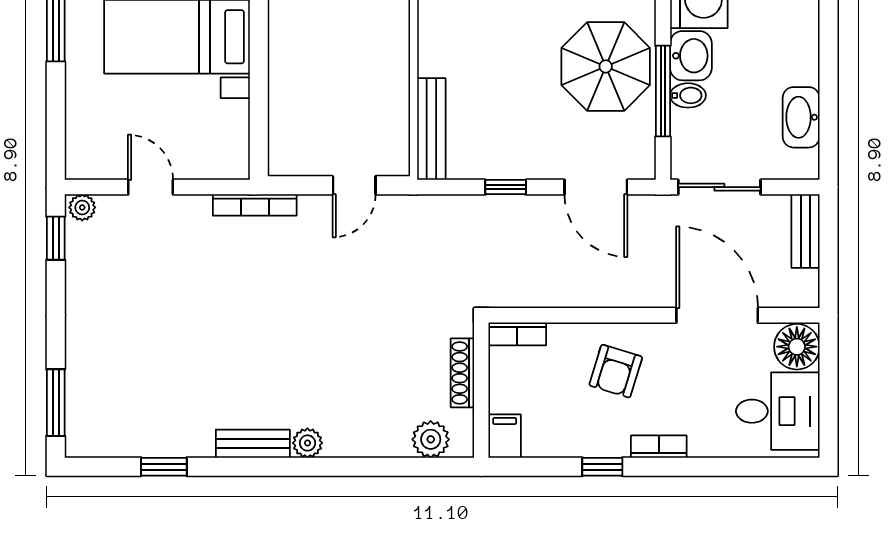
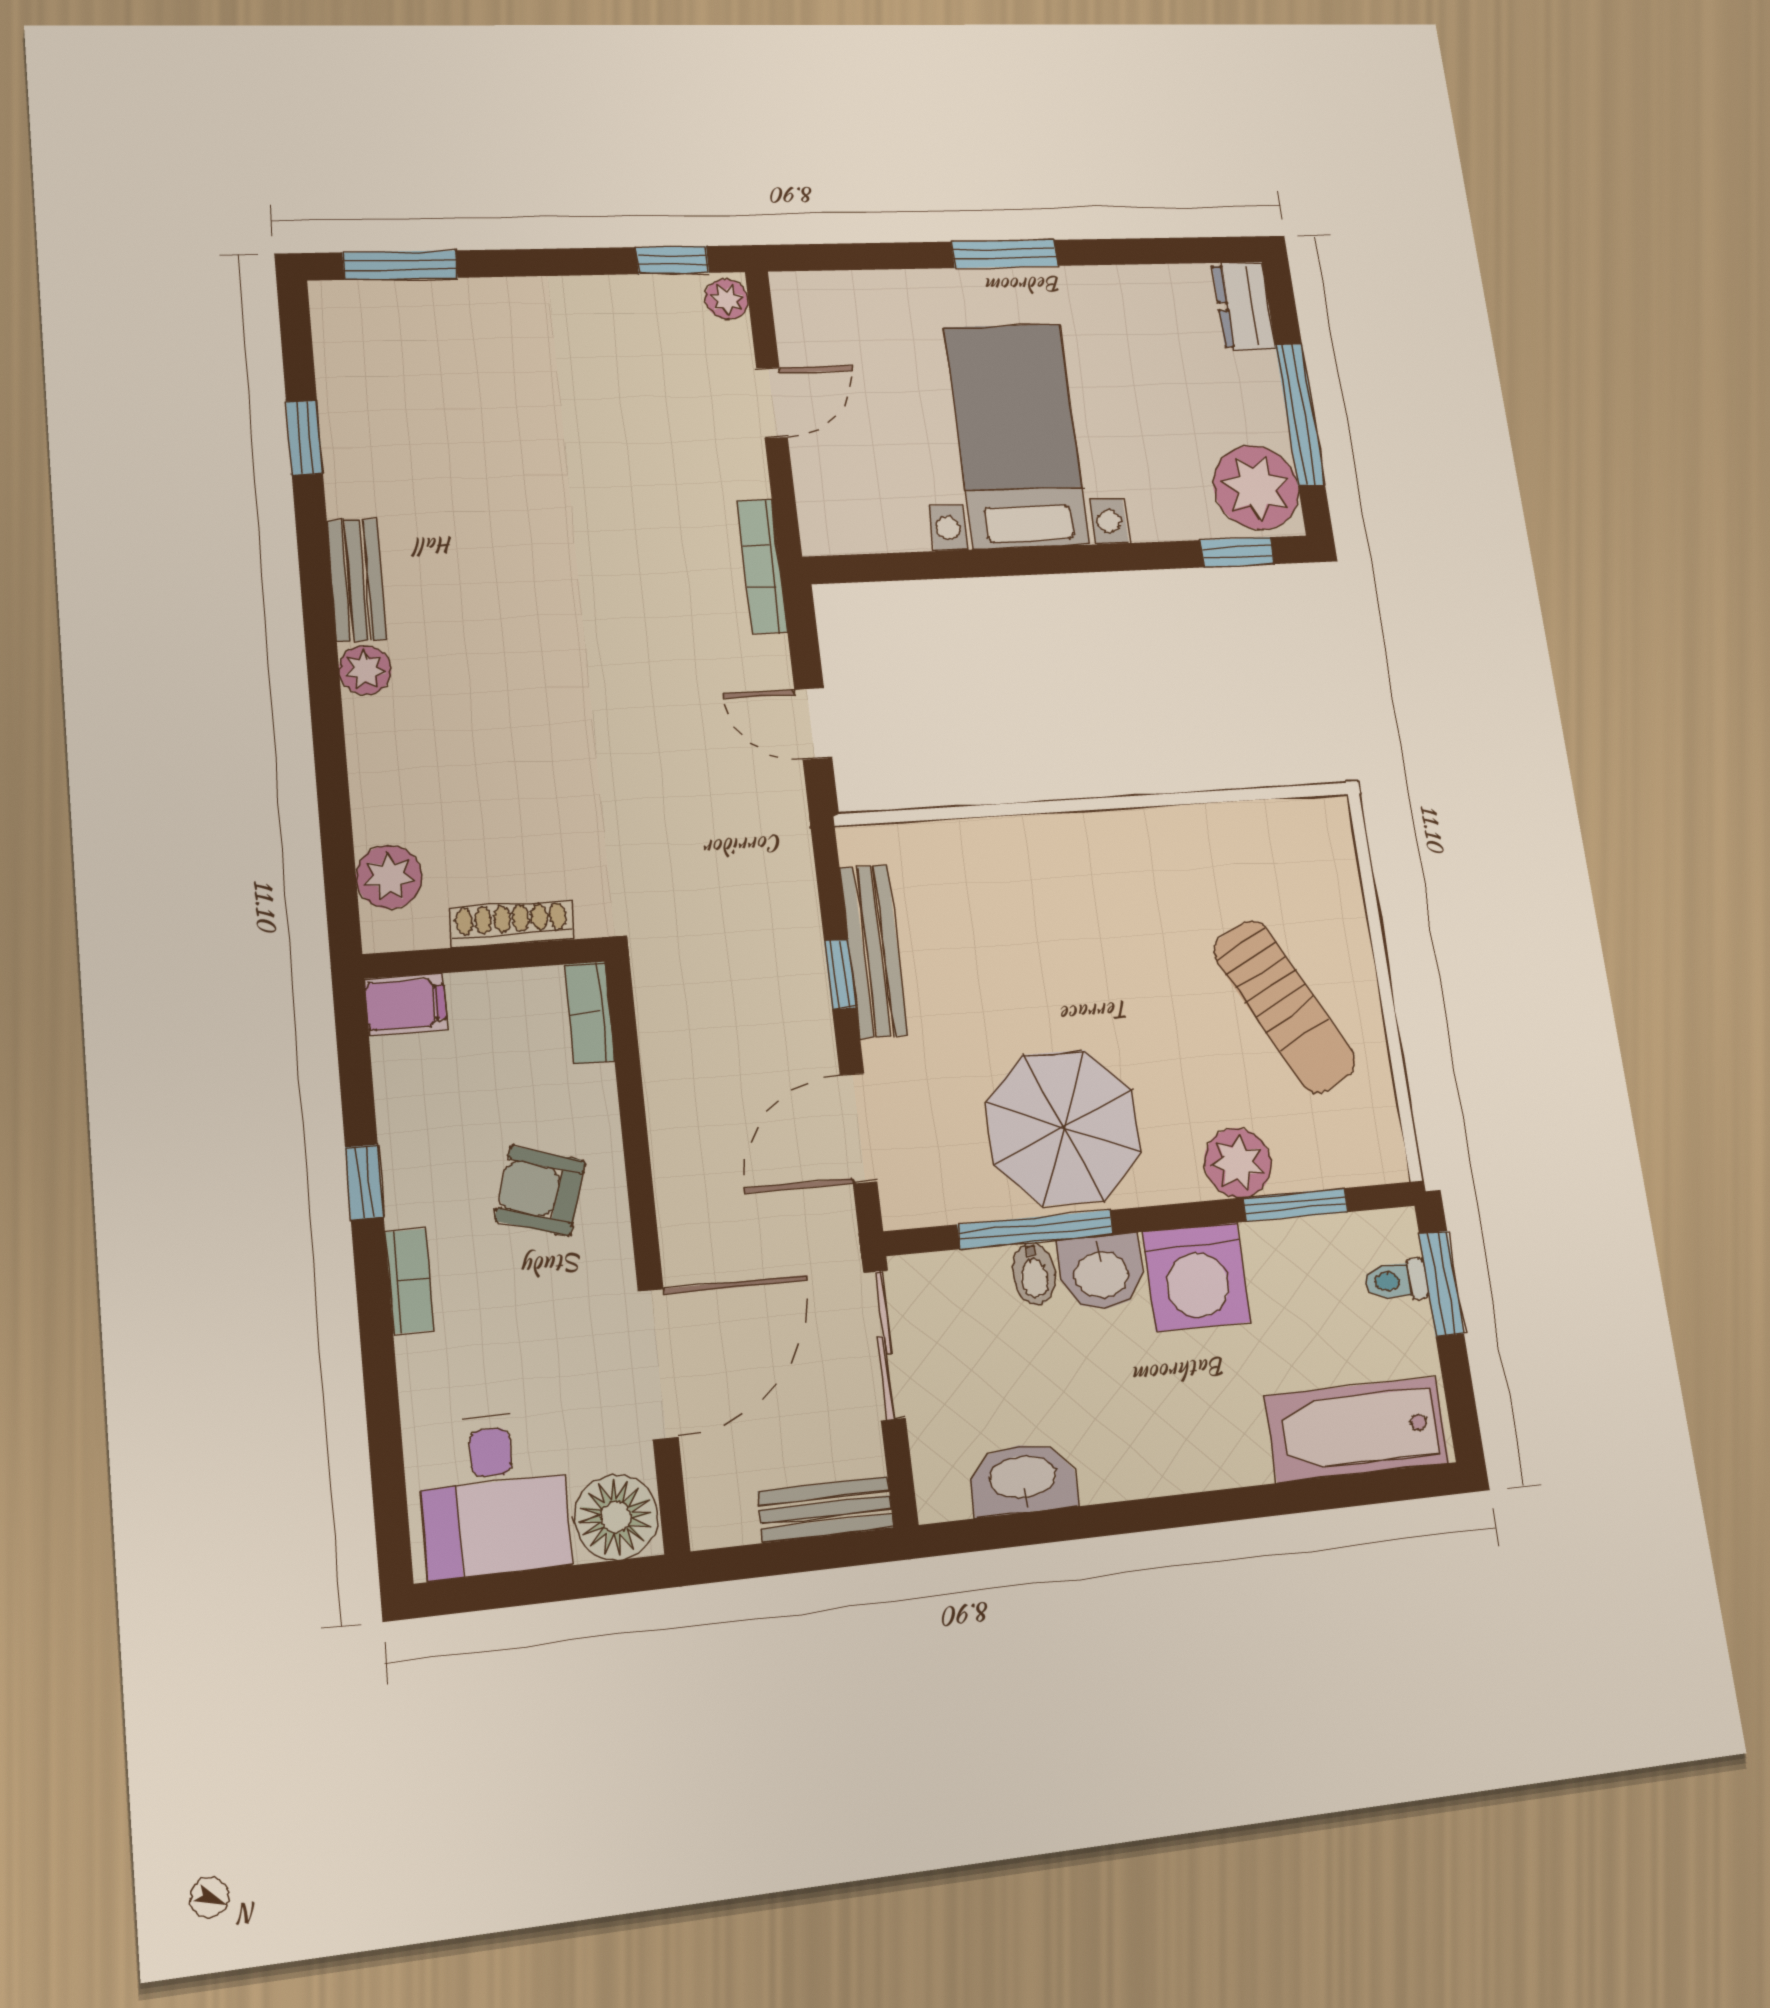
bench: (431, 129) -> (874, 951), moved, turned 90

